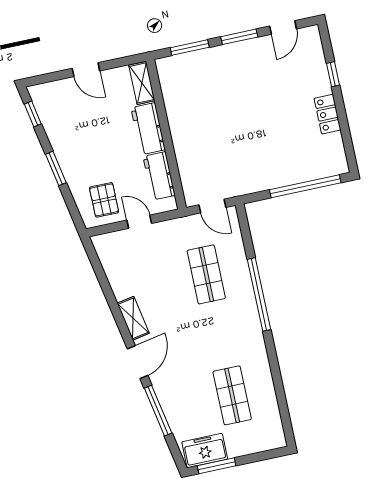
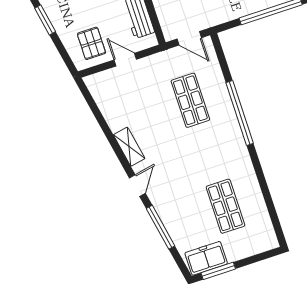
door: (138, 362) -> (137, 186), width x0.73

